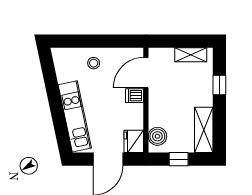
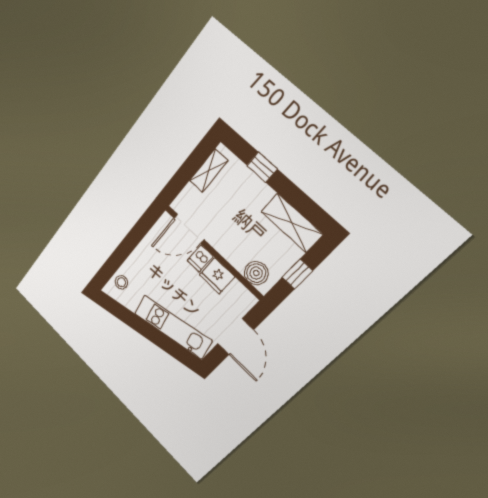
stool: (94, 63) -> (121, 282), moved
door: (146, 73) -> (189, 229), hinge flipped
fridge: (134, 141) -> (217, 276), moved

